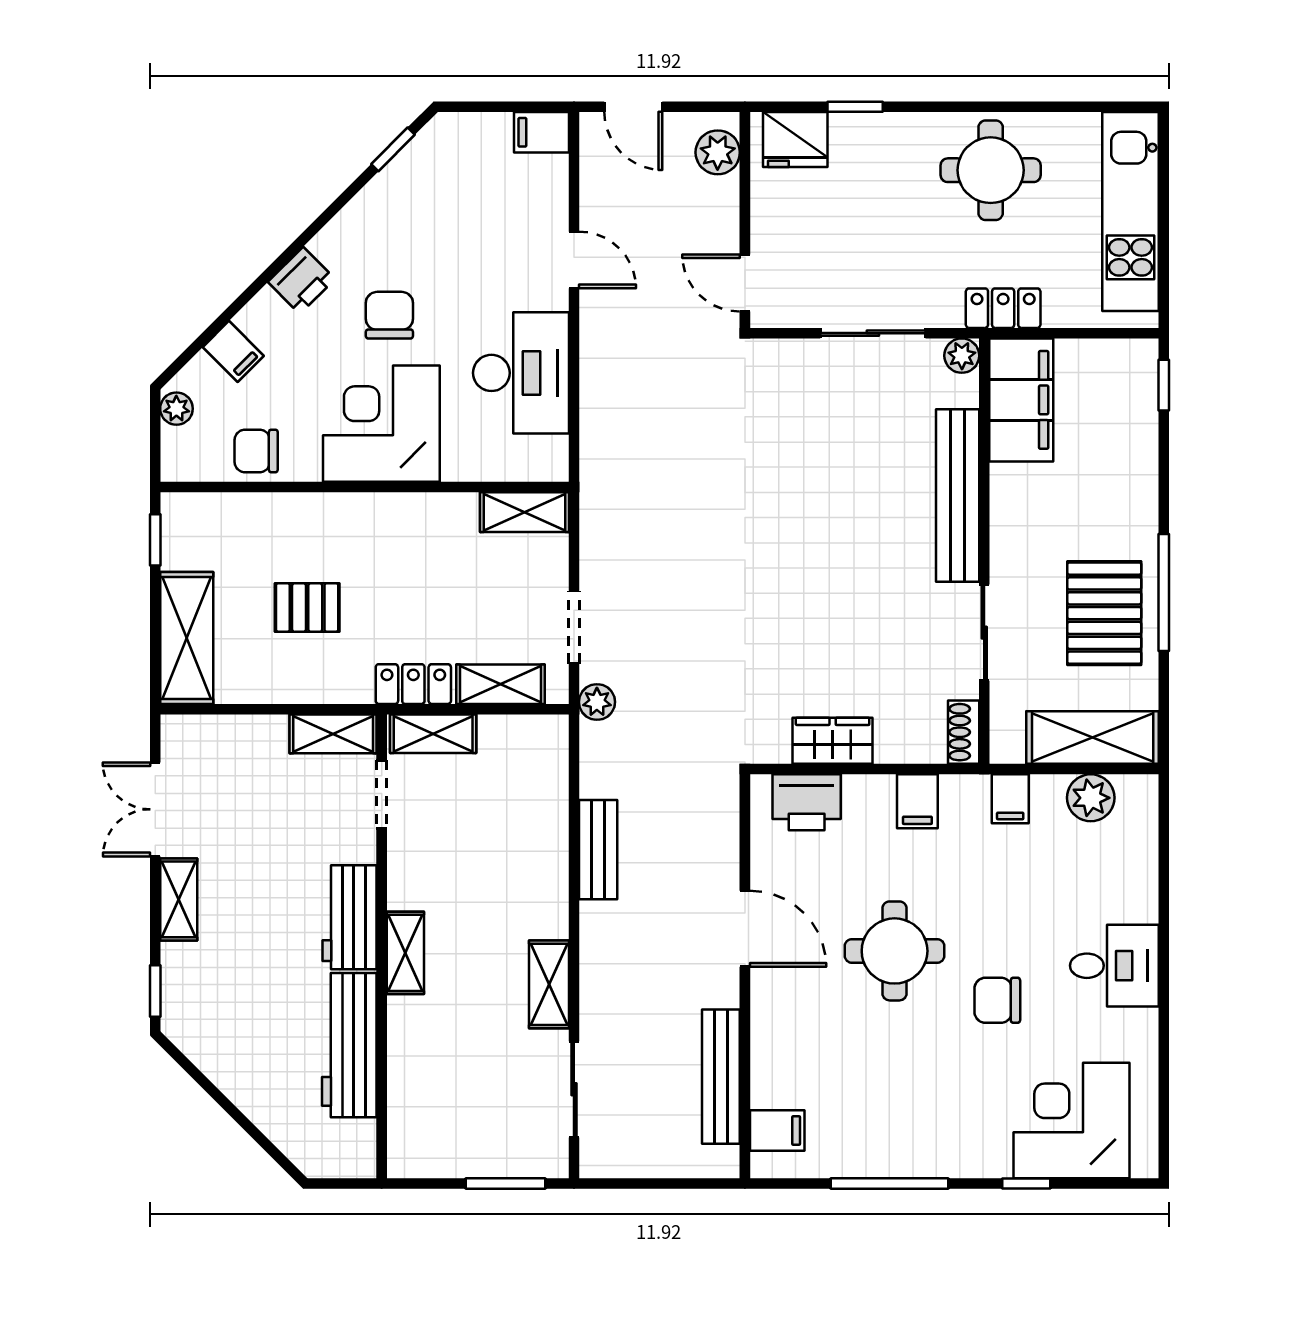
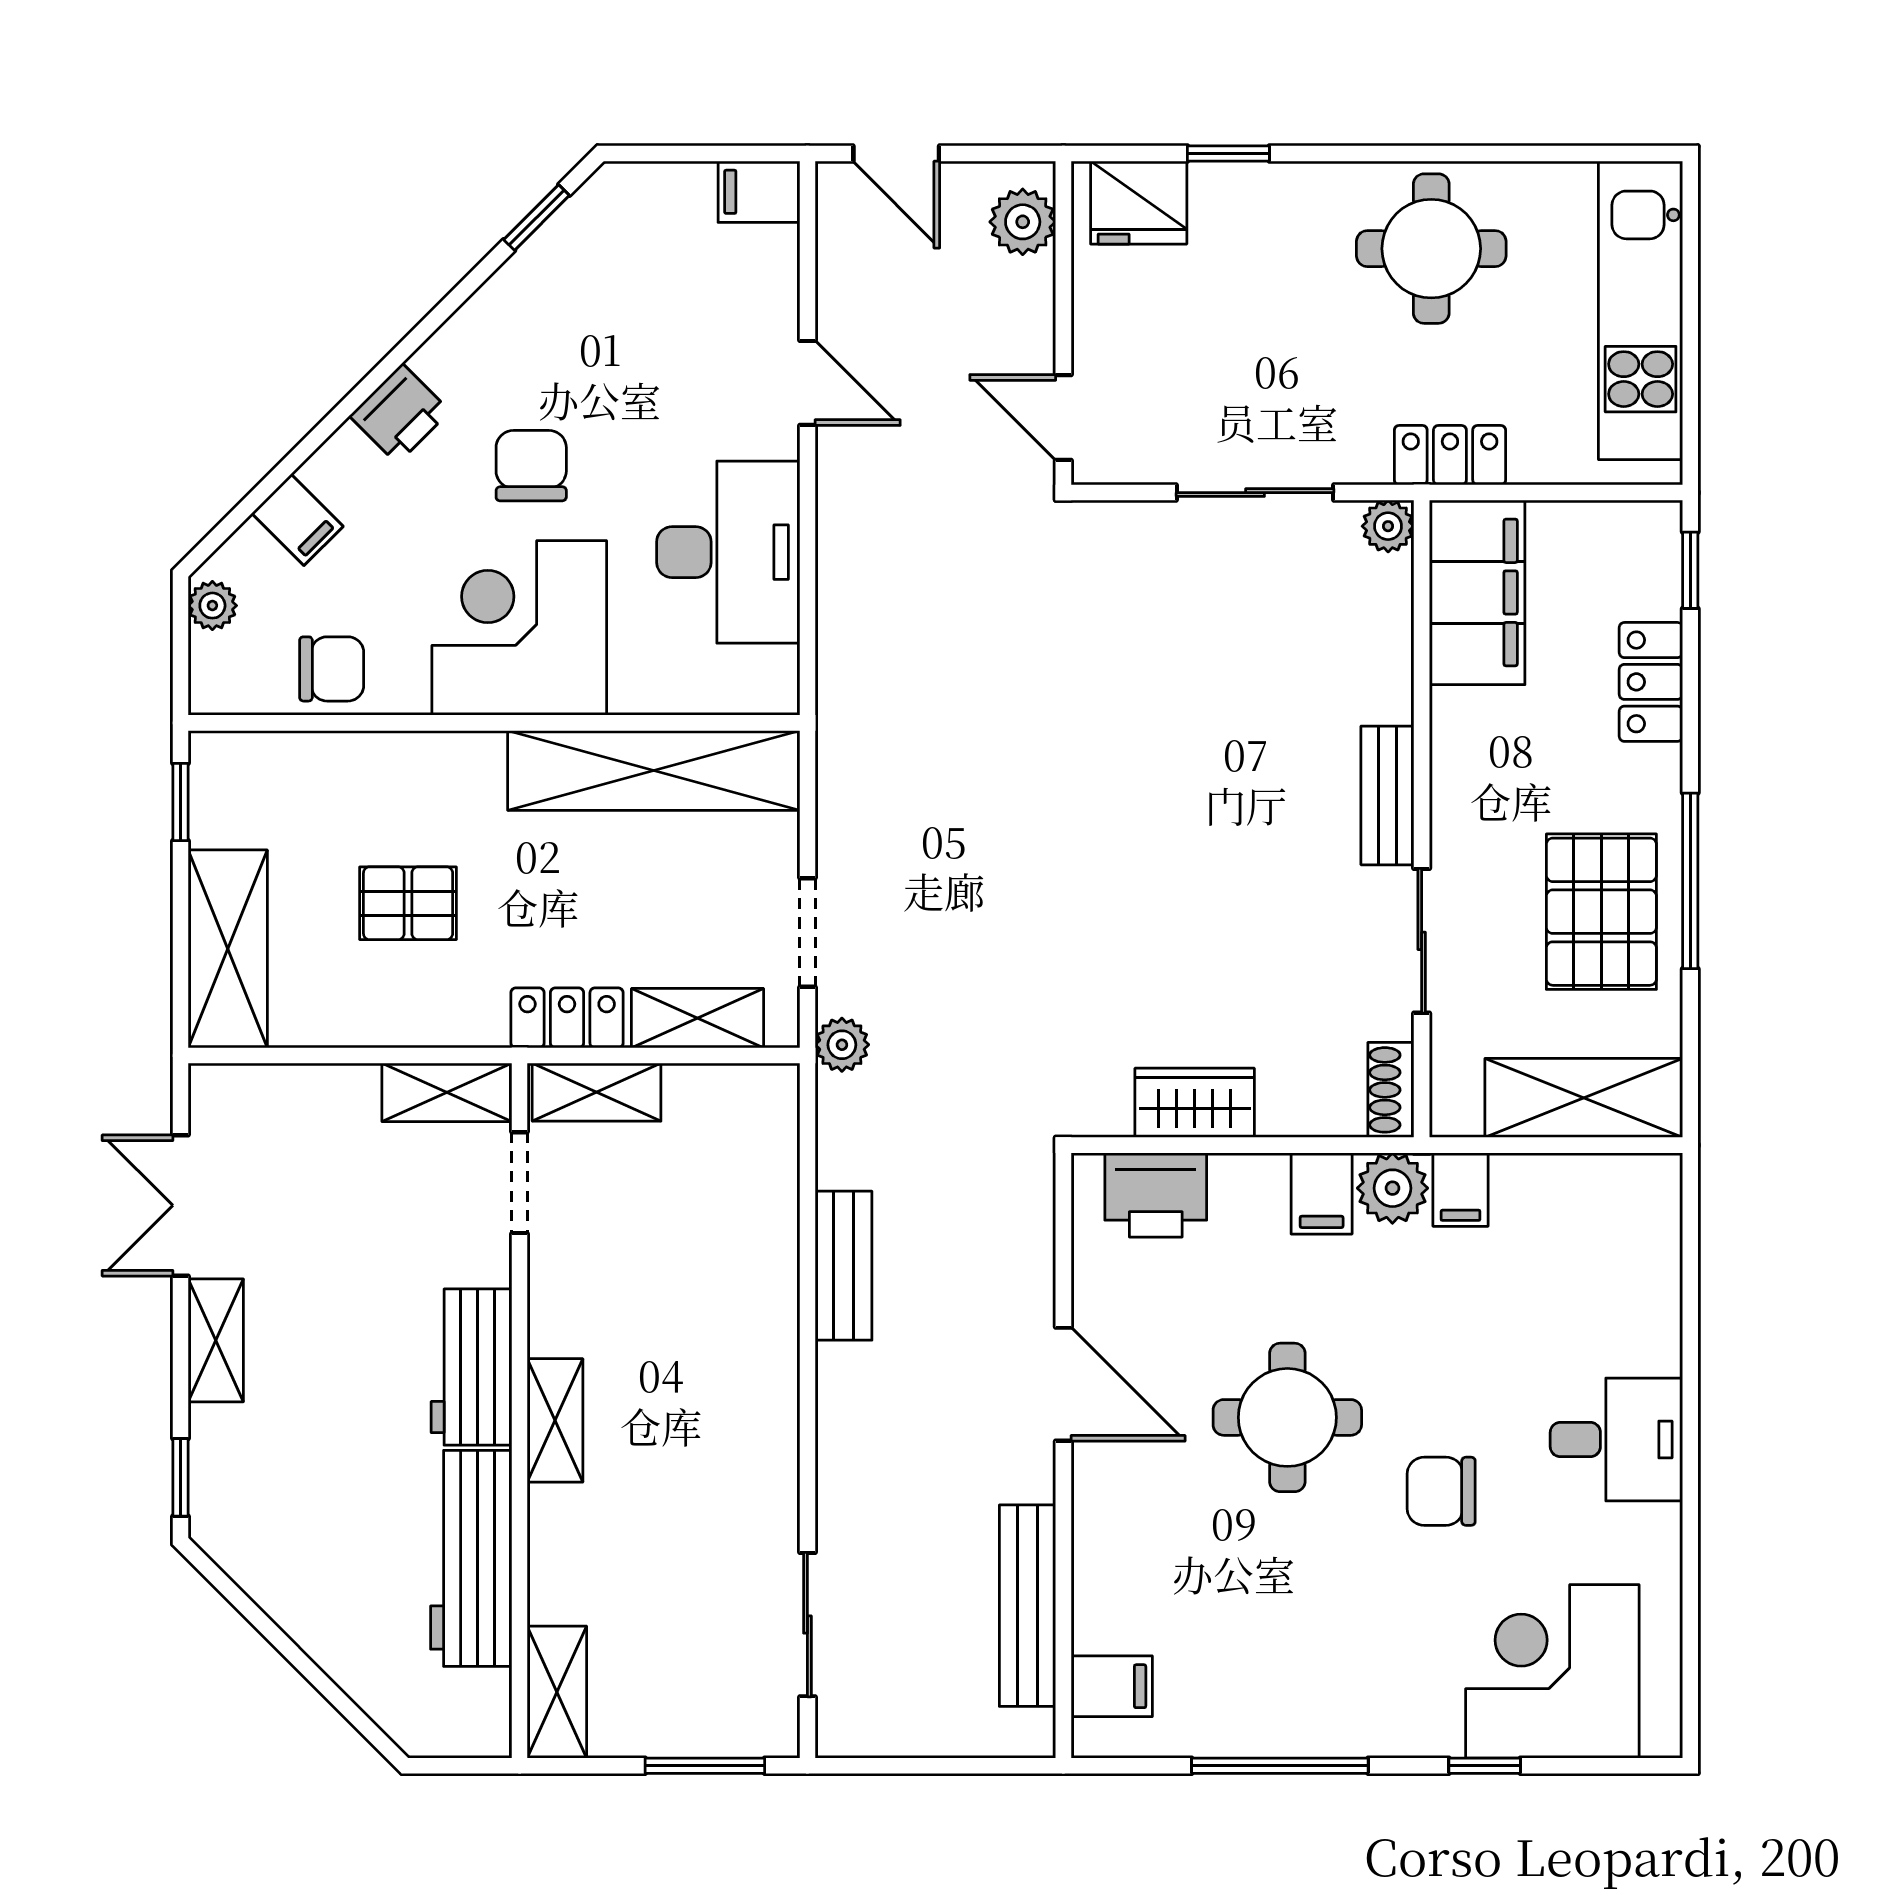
chair: (256, 451) -> (332, 669), turned 180
locker: (1137, 460) -> (1651, 682), added
bench: (958, 495) -> (1387, 795), width x0.54, depth x0.82
shelving: (524, 512) -> (654, 770), width x2.20, depth x1.33
plant: (1091, 798) -> (1392, 1188), moved
shelving: (549, 984) -> (557, 1692), moved

